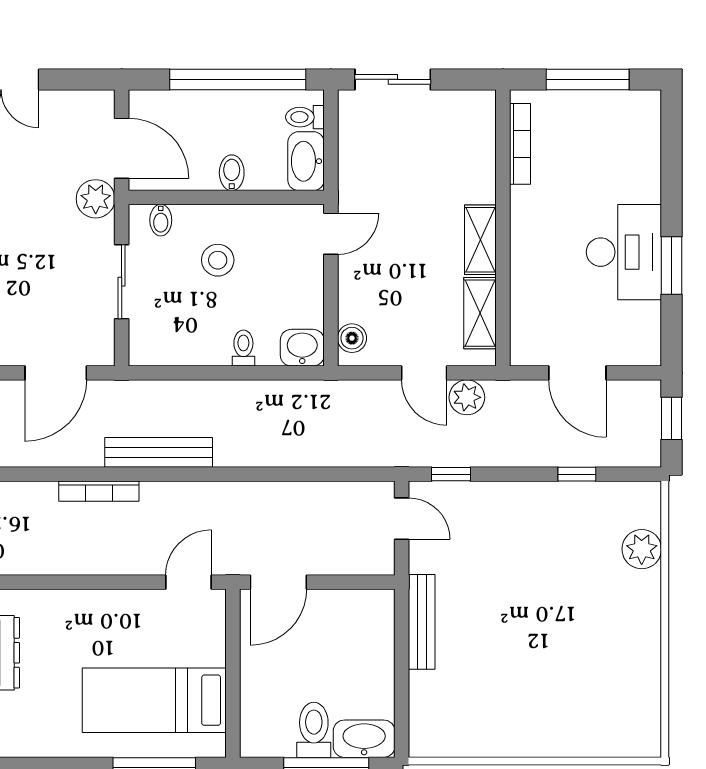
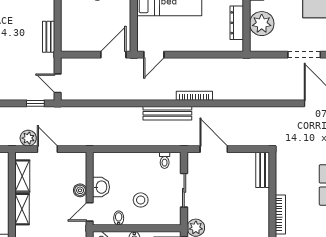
bidet: (161, 220) -> (119, 218), moved
boiler: (352, 338) -> (80, 190), moved
toilet: (243, 348) -> (165, 160), moved
washbasin: (302, 348) -> (101, 187), moved, turned -90
door: (56, 373) -> (214, 149), hinge flipped
bench: (422, 622) -> (49, 37), width x0.73

